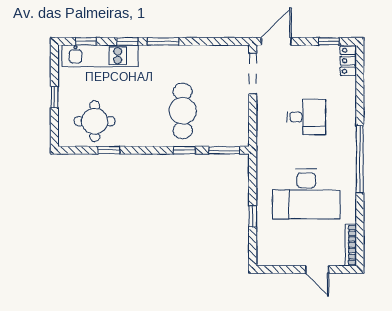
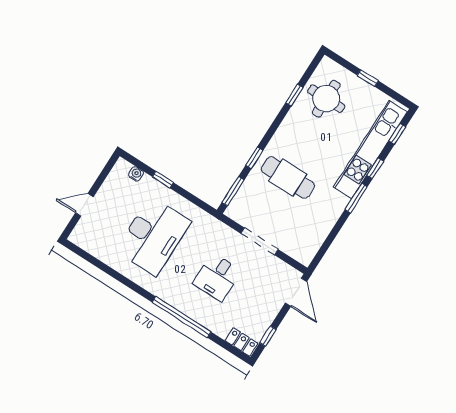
kitchen unit: (100, 56) -> (370, 150), width x1.36
doorway: (253, 74) -> (260, 241), moved
window: (360, 159) -> (182, 317), moved
desk: (306, 194) -> (153, 236), turned 180
water cooler: (263, 242) -> (136, 174), added
bookcase: (351, 245) -> (87, 246), removed

